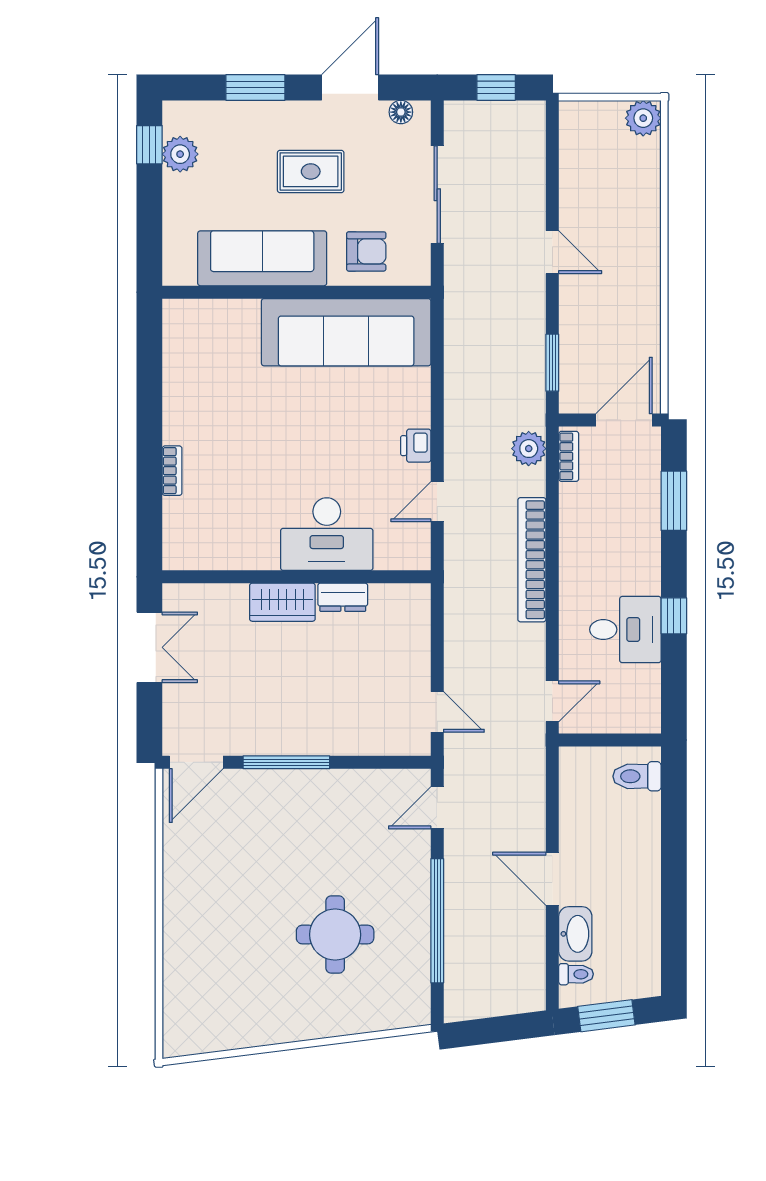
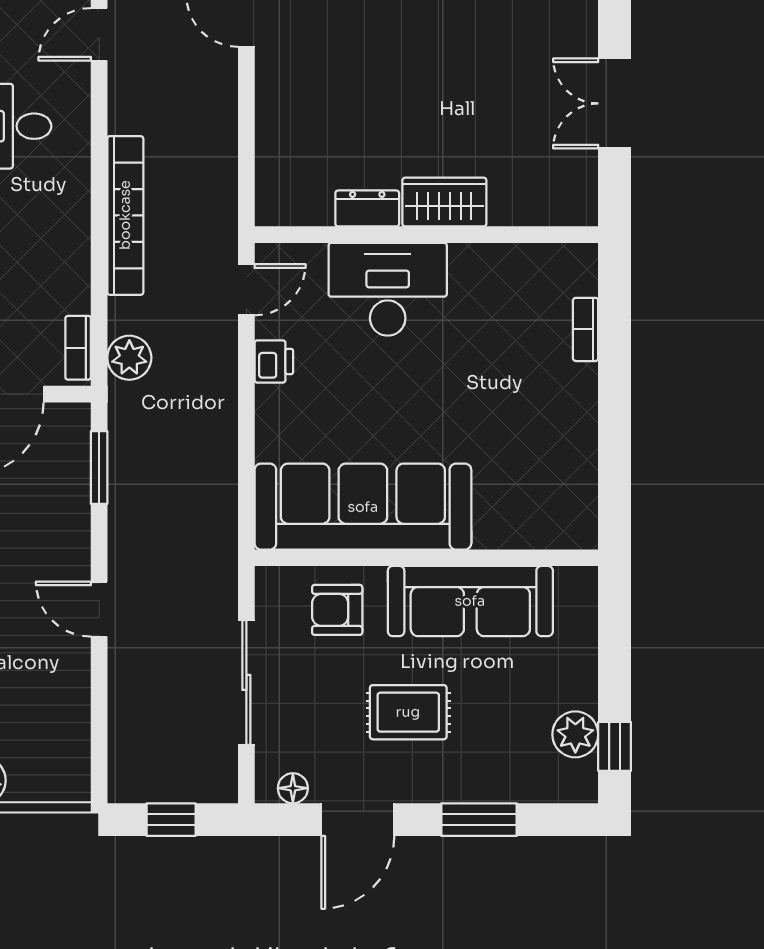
desk: (327, 534) -> (388, 289), moved
wall: (296, 577) -> (426, 235), moved
dresser: (343, 597) -> (367, 208), moved
wardrobe: (282, 602) -> (444, 202), moved

